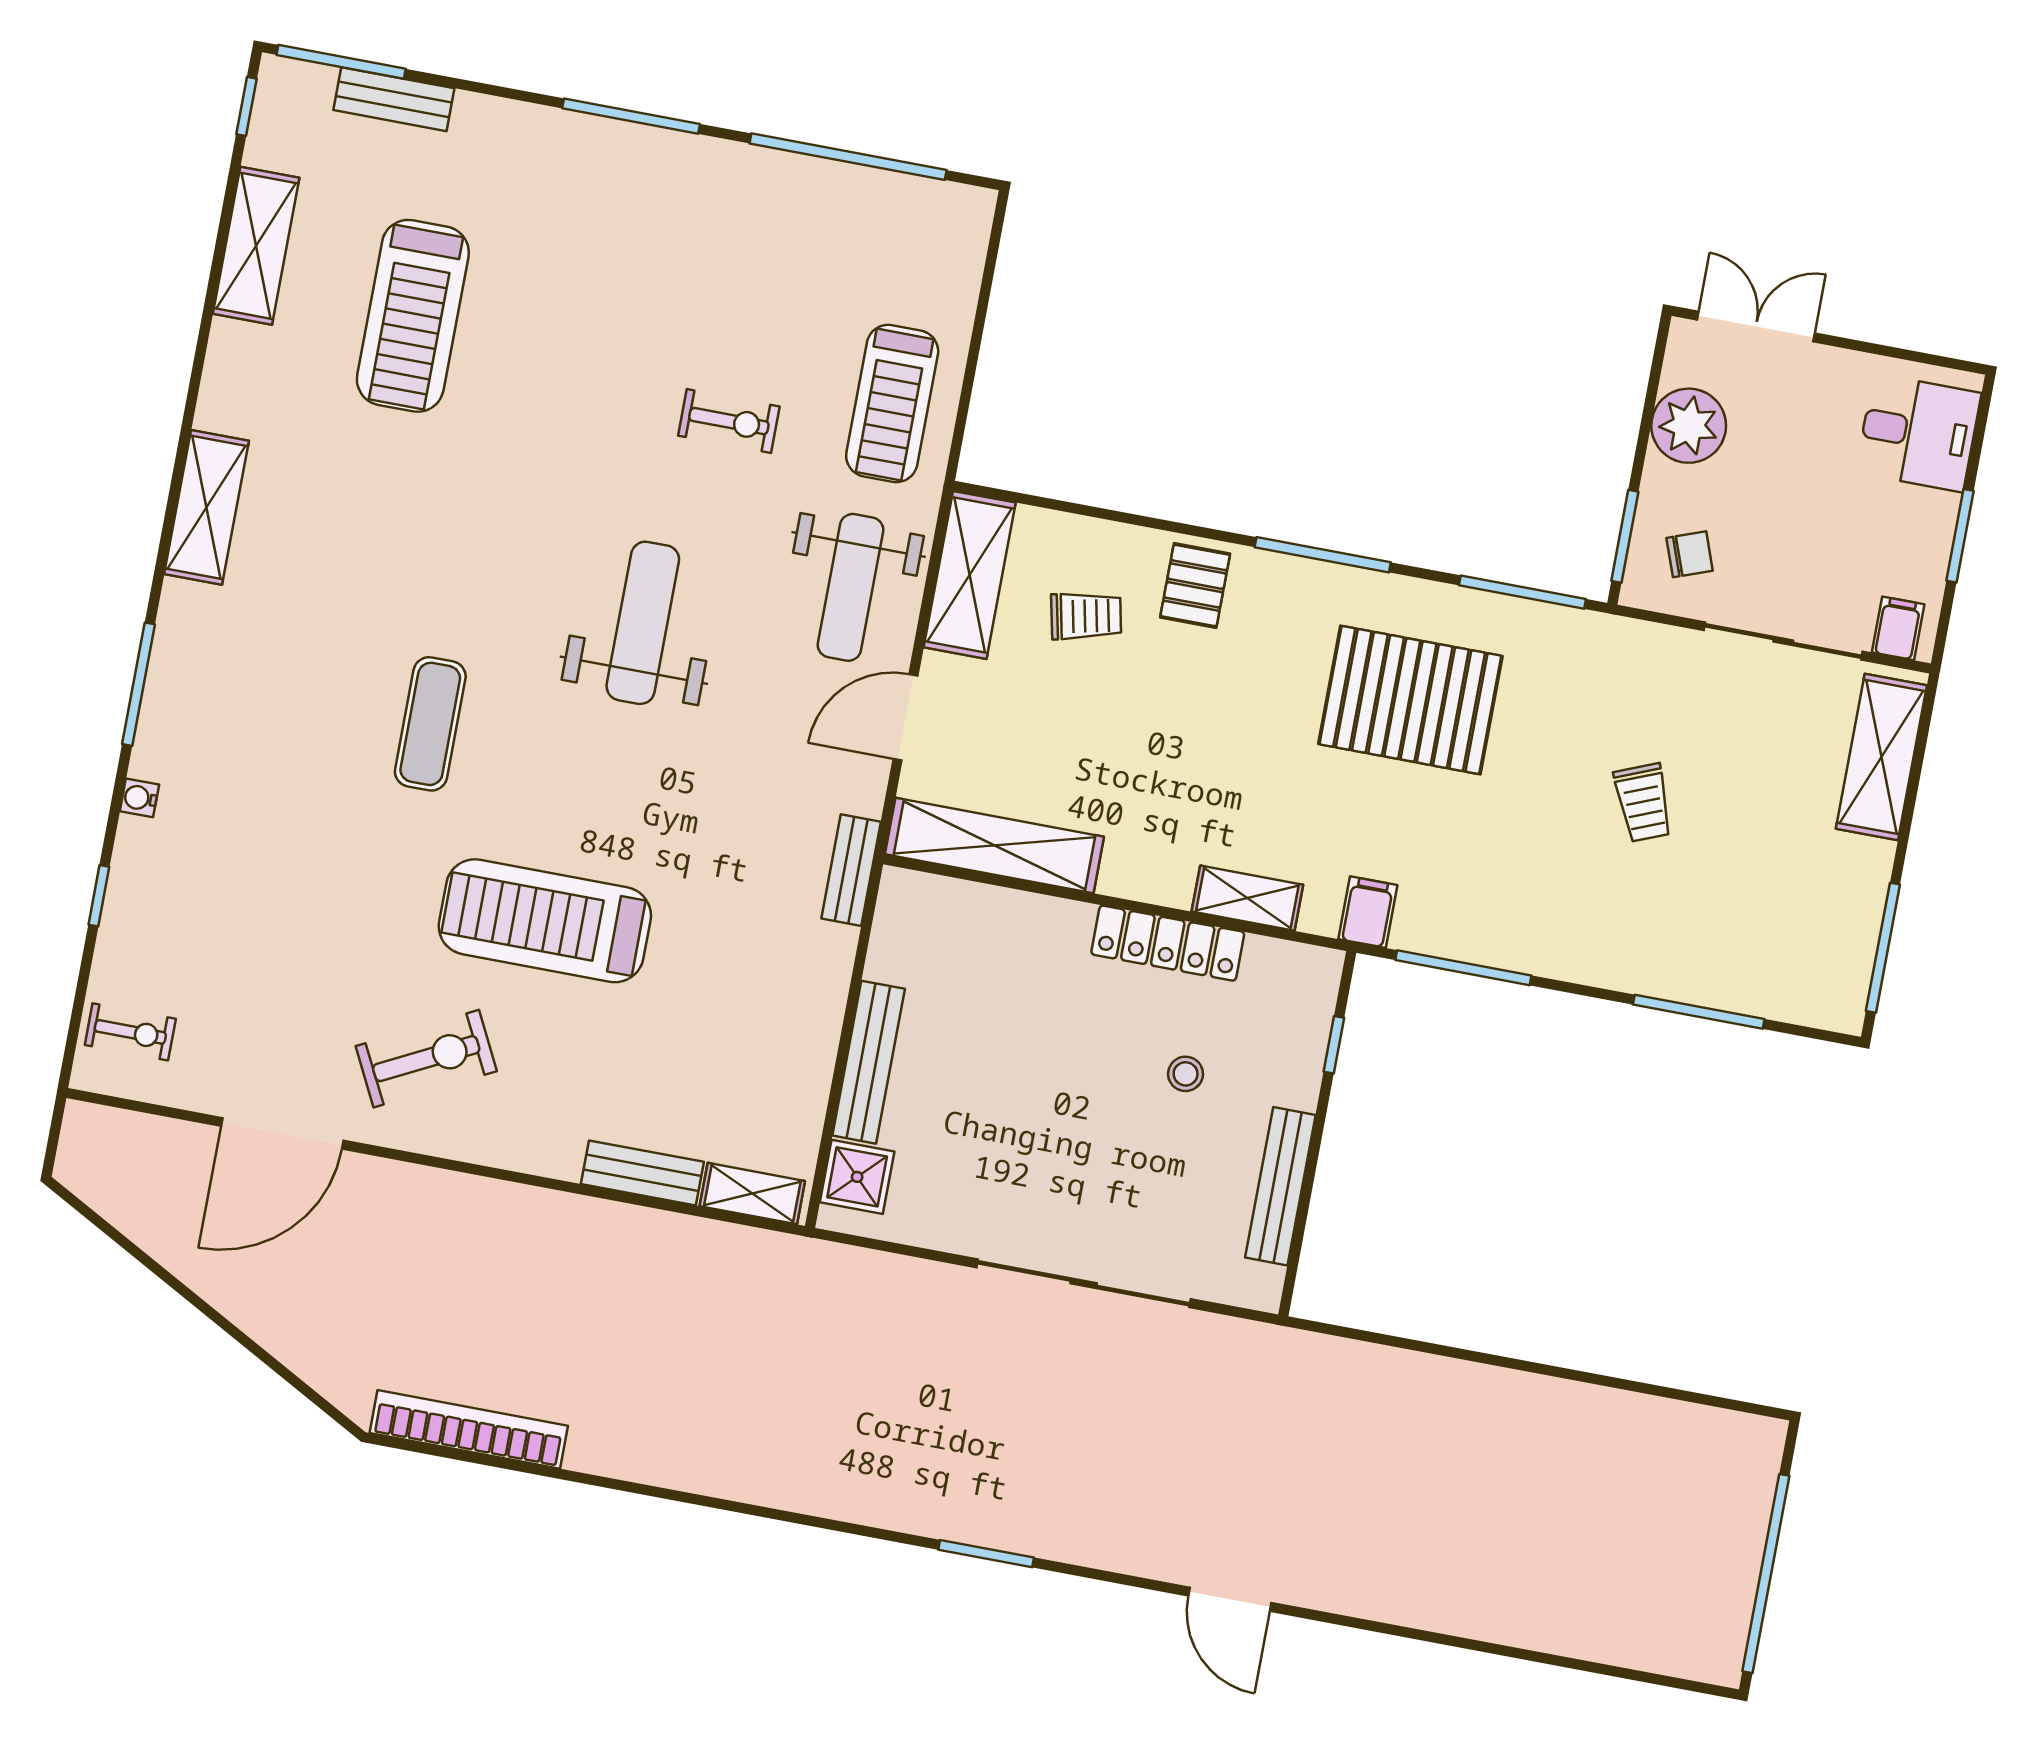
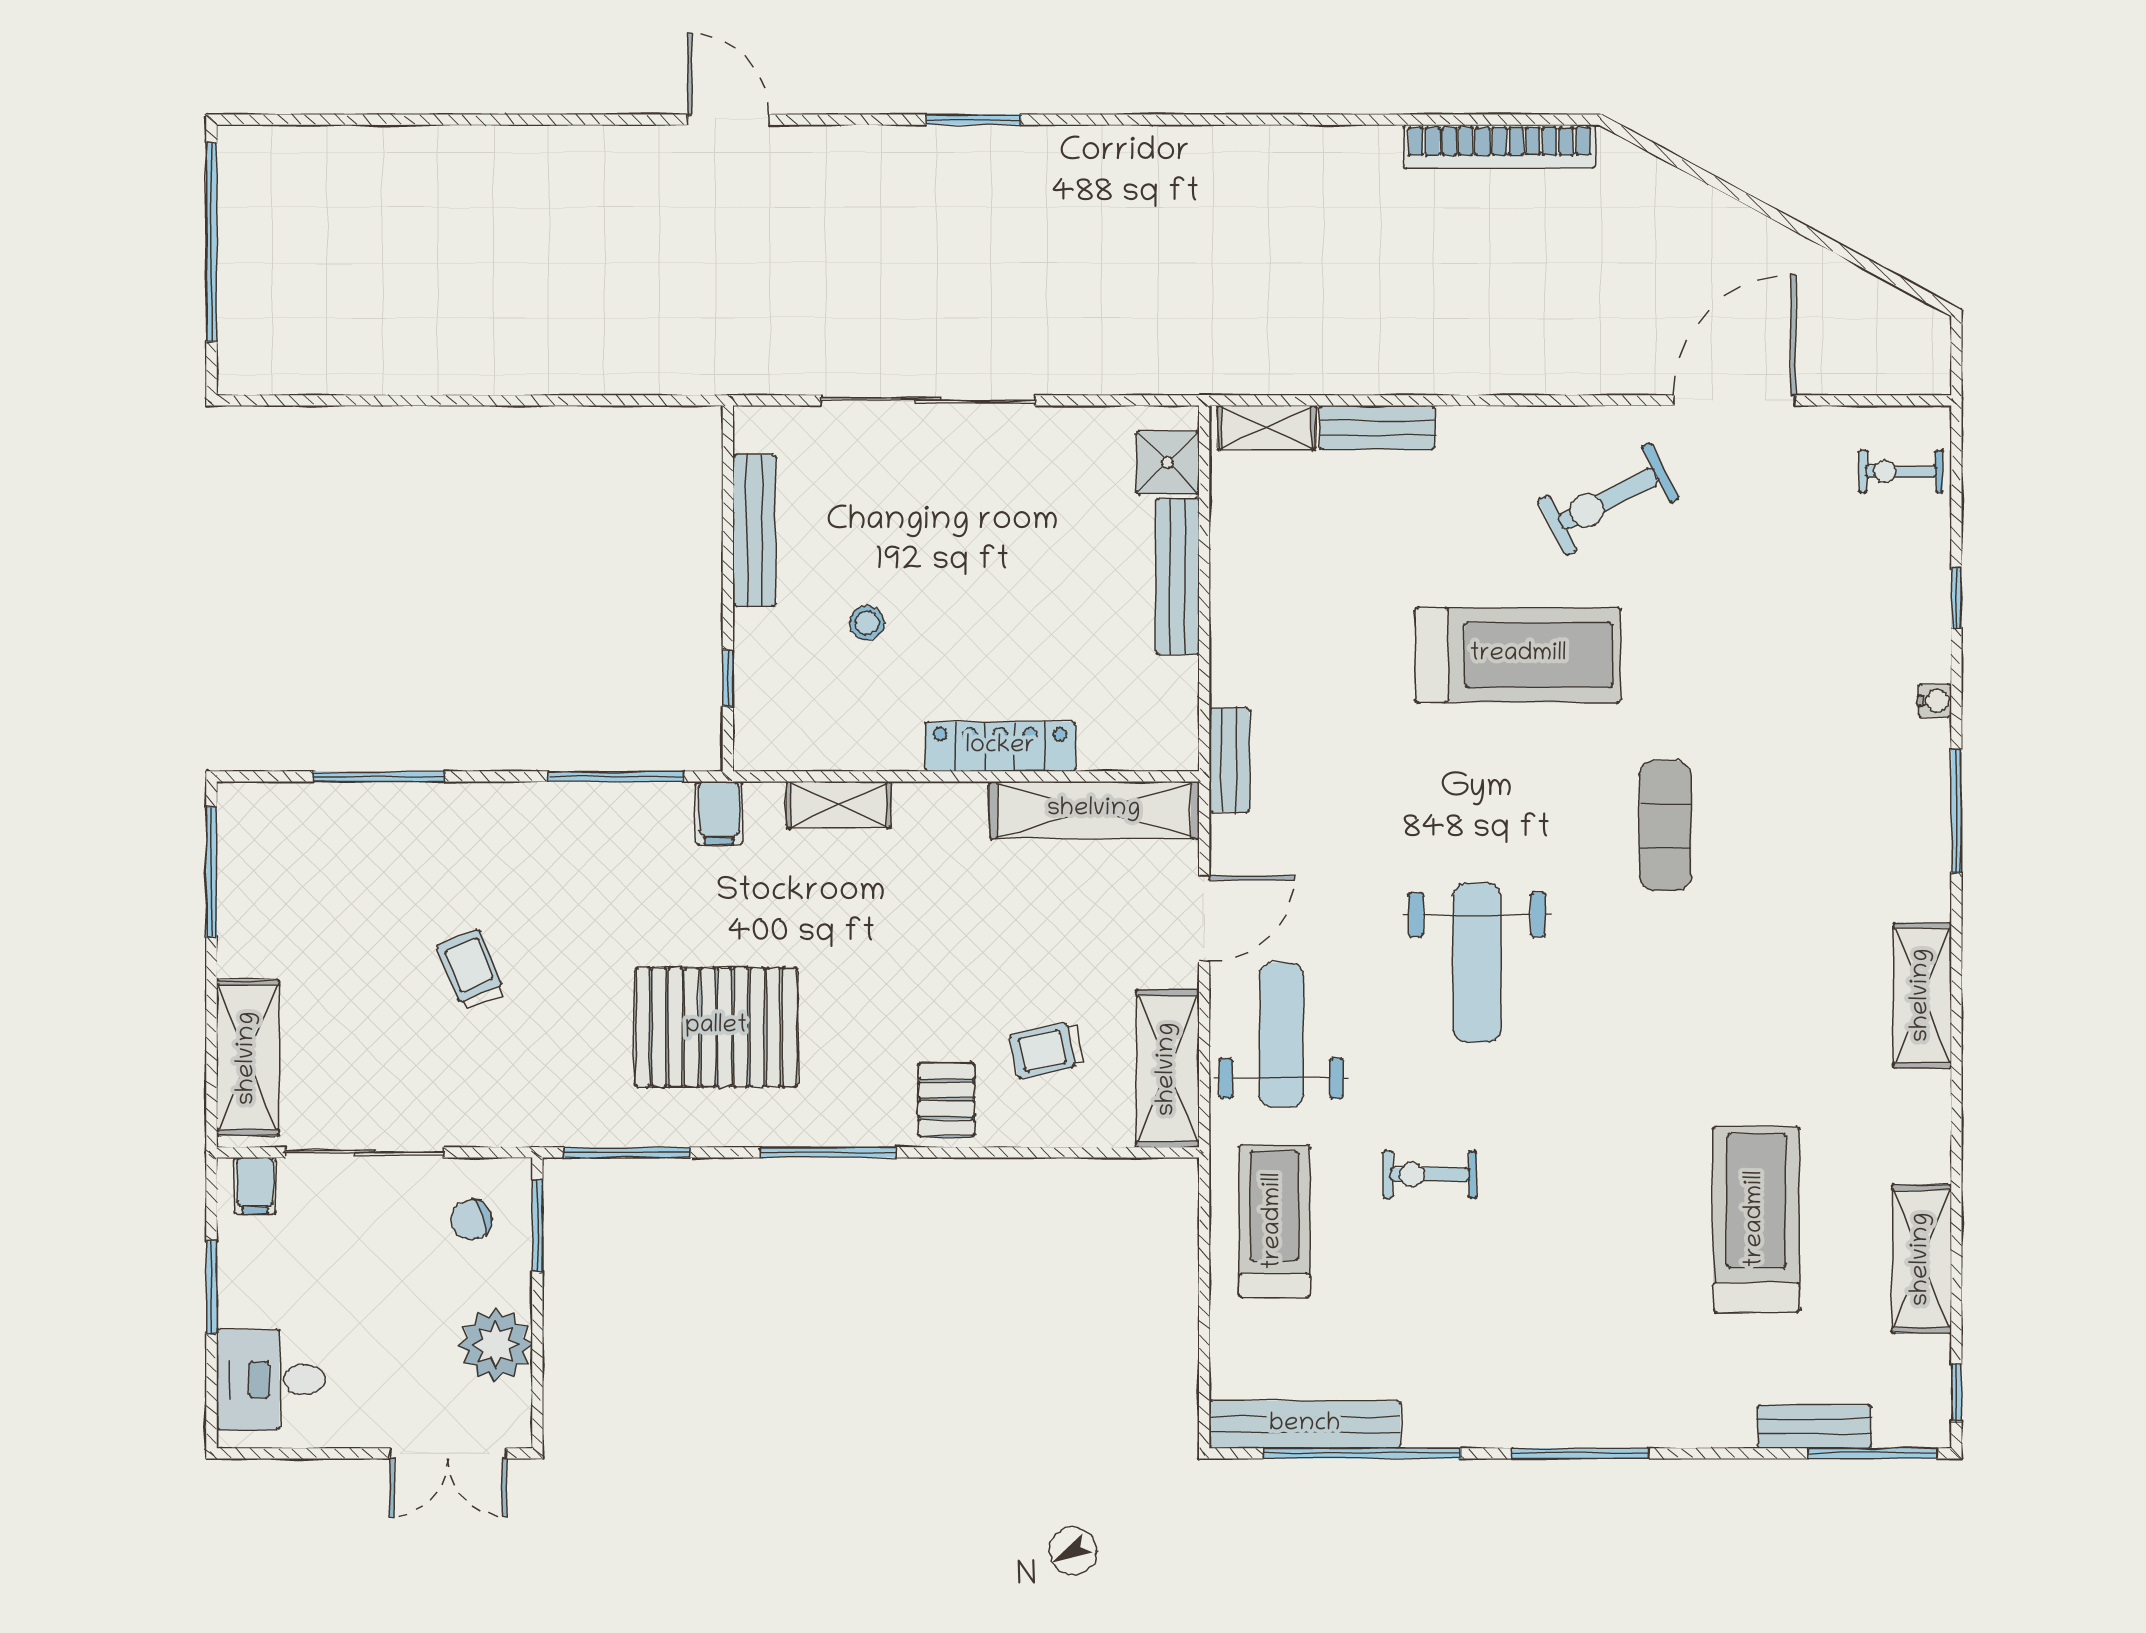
bench: (900, 196) -> (1305, 1425), added
locker: (1168, 943) -> (1000, 747), moved

